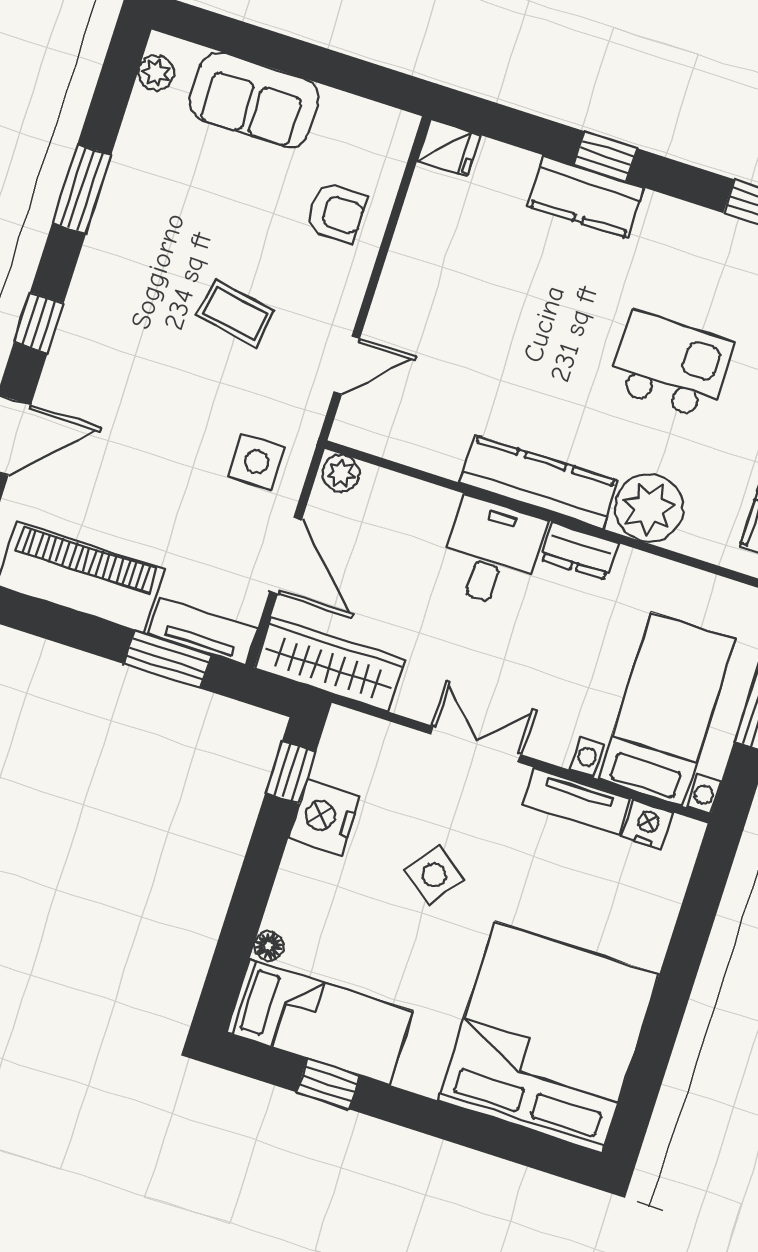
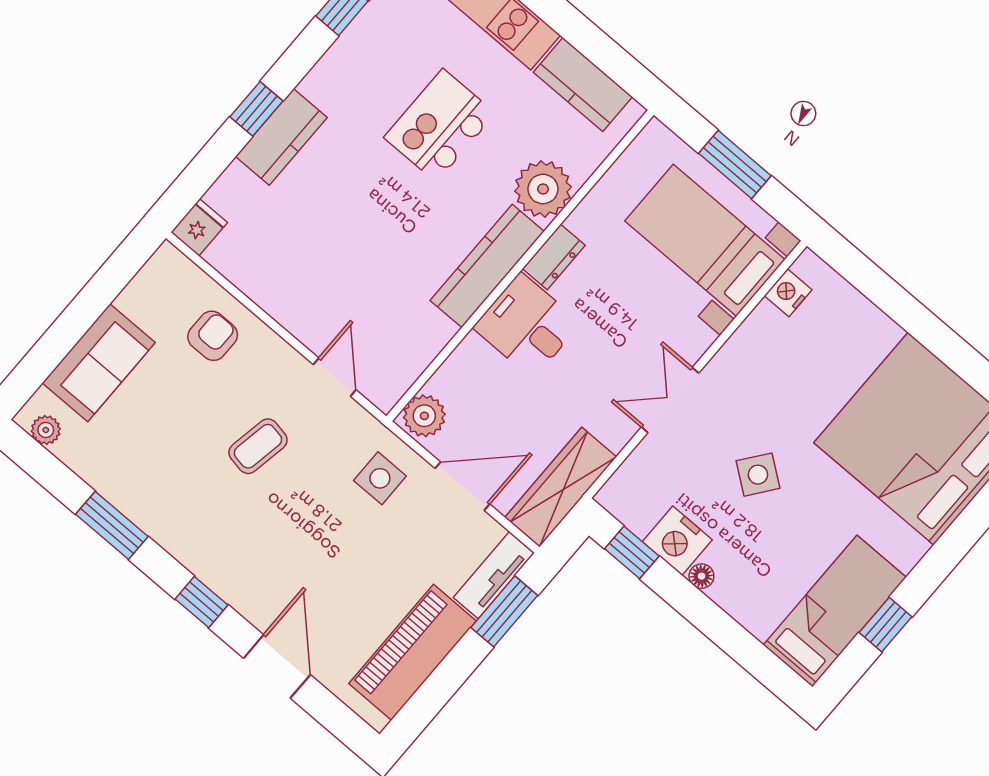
plant: (341, 473) -> (424, 416), width x1.38, depth x1.38
tv unit: (576, 801) -> (747, 340), removed
floor lamp: (269, 946) -> (701, 576), moved

